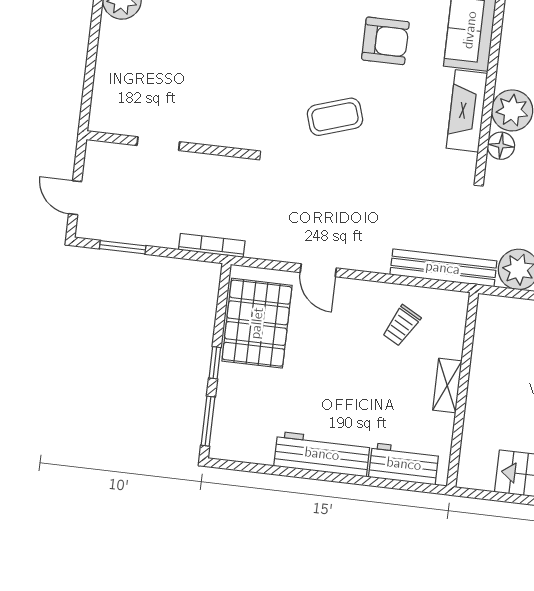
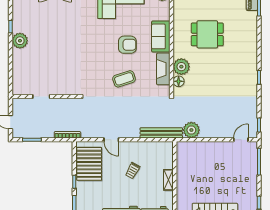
coffee table: (335, 117) -> (124, 79), moved
trolley: (401, 326) -> (133, 171), moved

